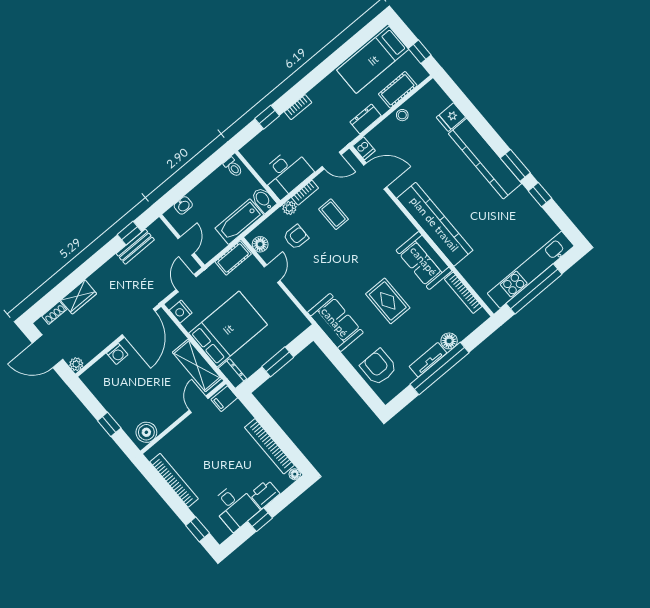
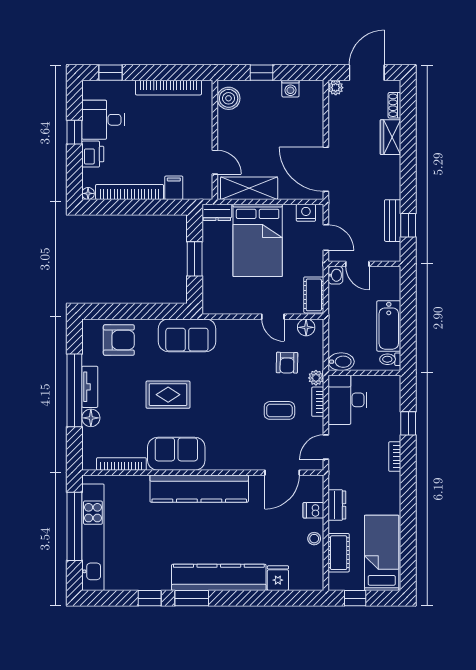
dishwasher: (364, 148) -> (313, 510), moved
washbasin: (183, 205) -> (335, 275), moved, turned 180
bathtub: (239, 222) -> (389, 326), moved, turned 180
washing machine: (117, 354) -> (290, 89), moved, turned -90
filing cabinet: (224, 399) -> (174, 188), moved

